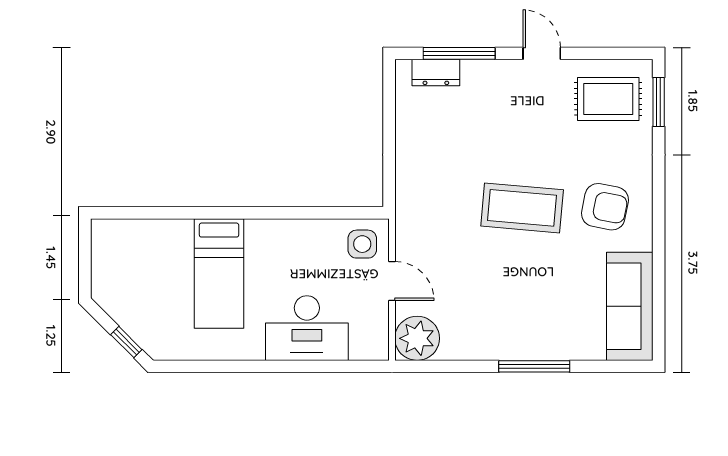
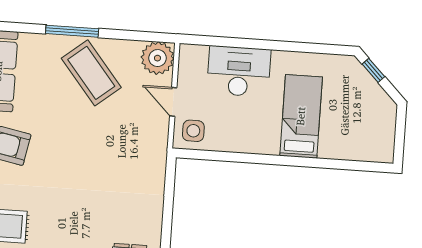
coffee table: (522, 208) -> (91, 73), moved, turned 46

